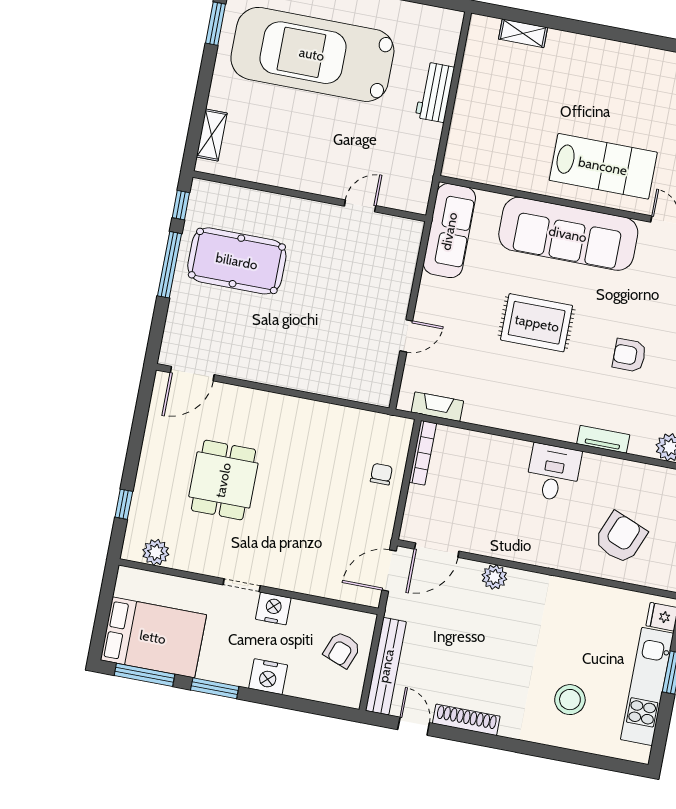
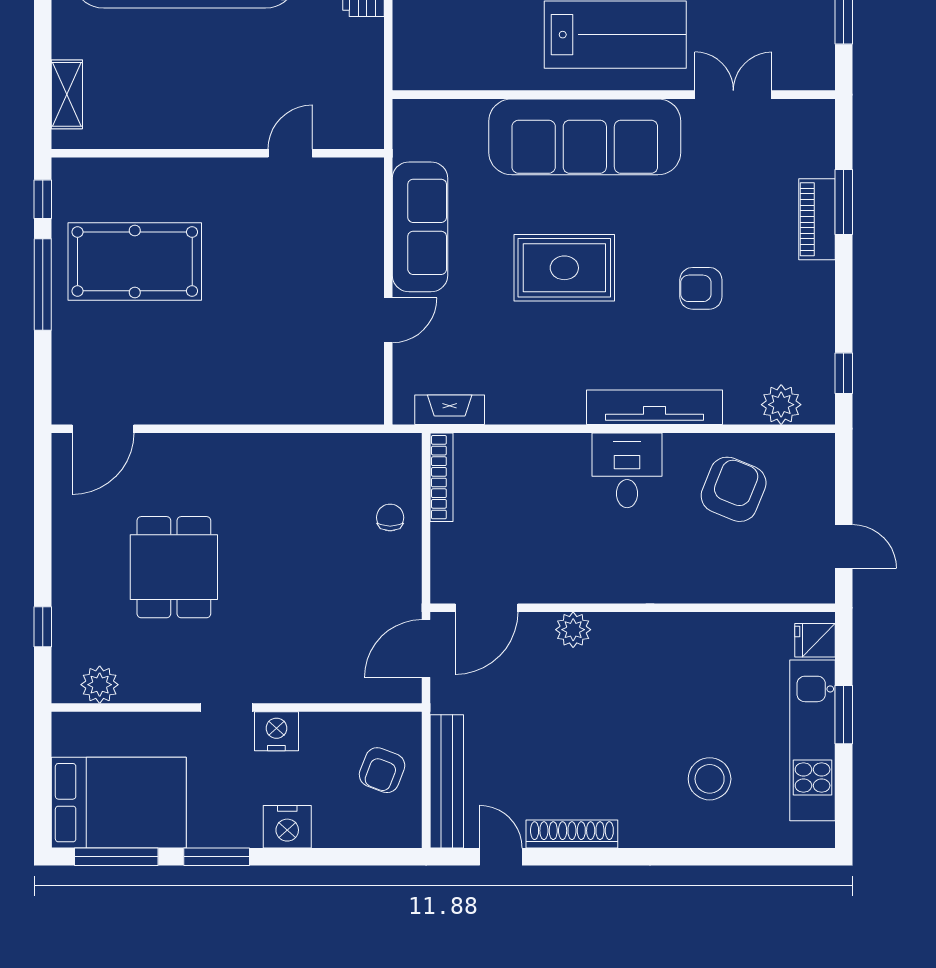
sofa: (449, 231) -> (420, 227), moved
tv unit: (603, 439) -> (655, 407), width x1.92, depth x1.29
armchair: (621, 538) -> (734, 489), moved

